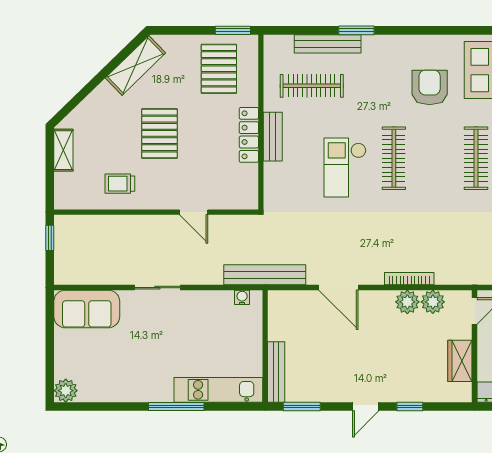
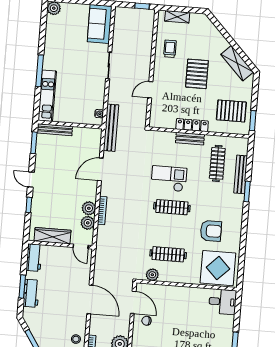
pallet: (159, 133) -> (197, 74), turned 90
shelving: (63, 150) -> (177, 17), moved
wardrobe: (460, 361) -> (53, 236), width x1.50

